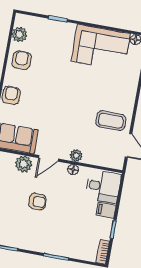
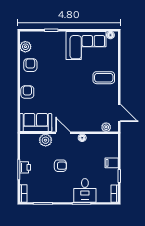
coffee table: (111, 121) -> (104, 78), moved
plant: (76, 156) -> (106, 127), moved
door: (48, 158) -> (63, 133), swing flipped
desk: (103, 186) -> (85, 190), moved, turned 90

